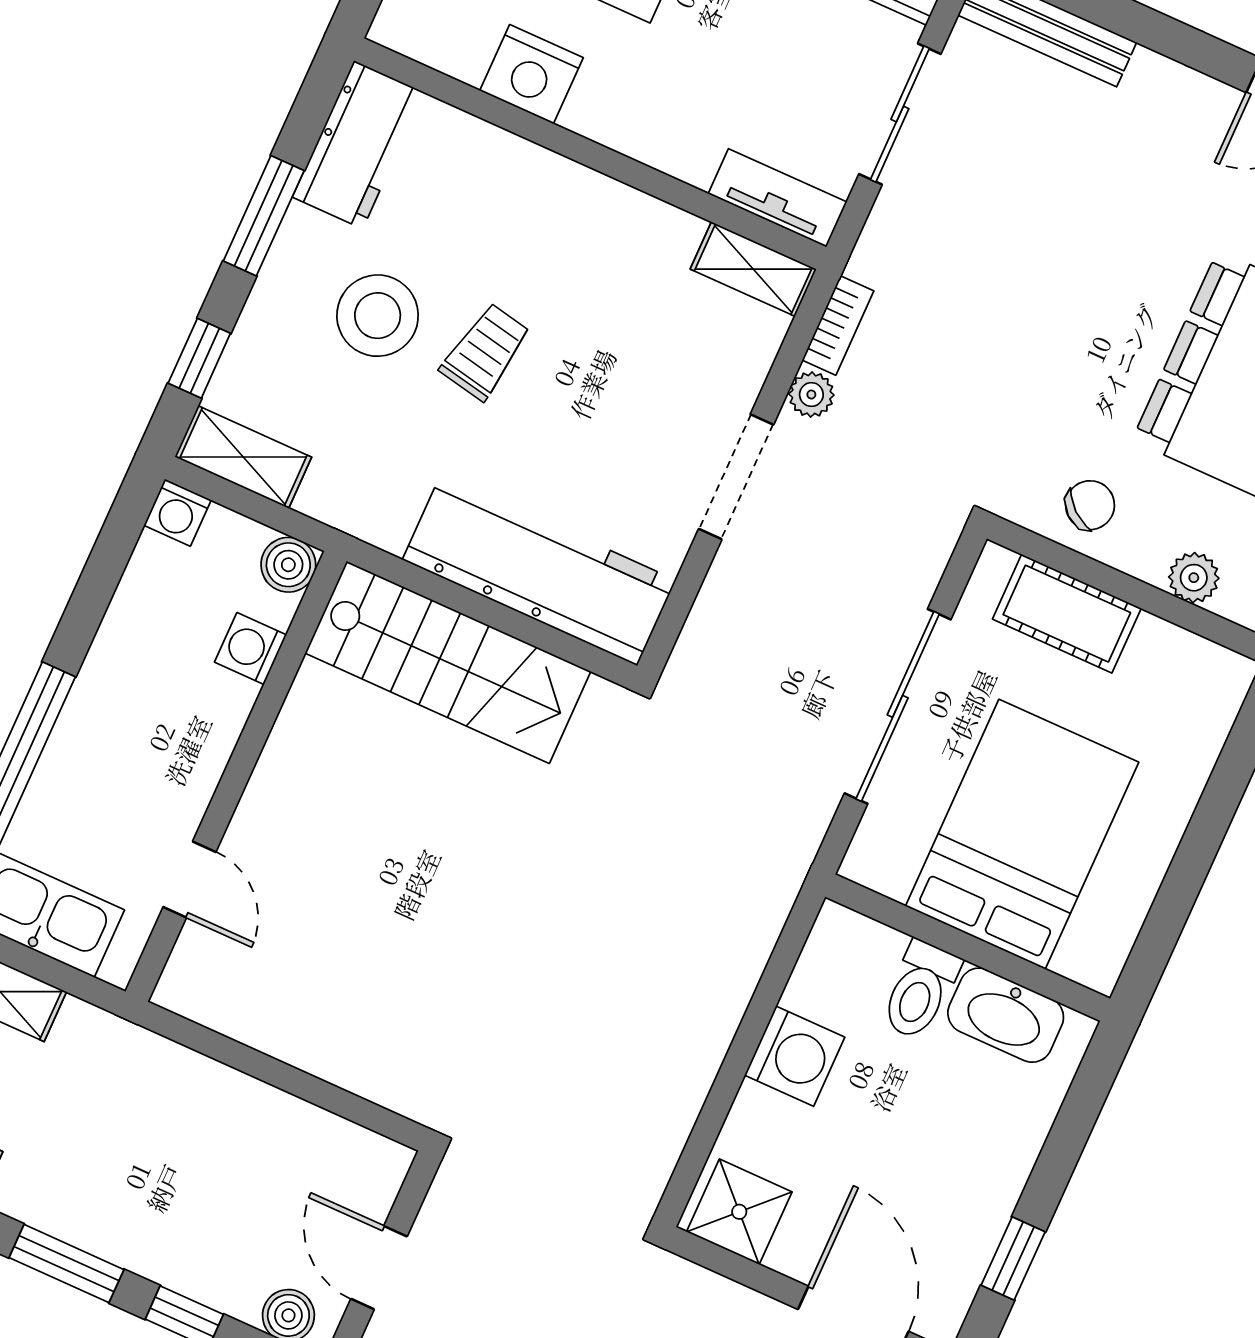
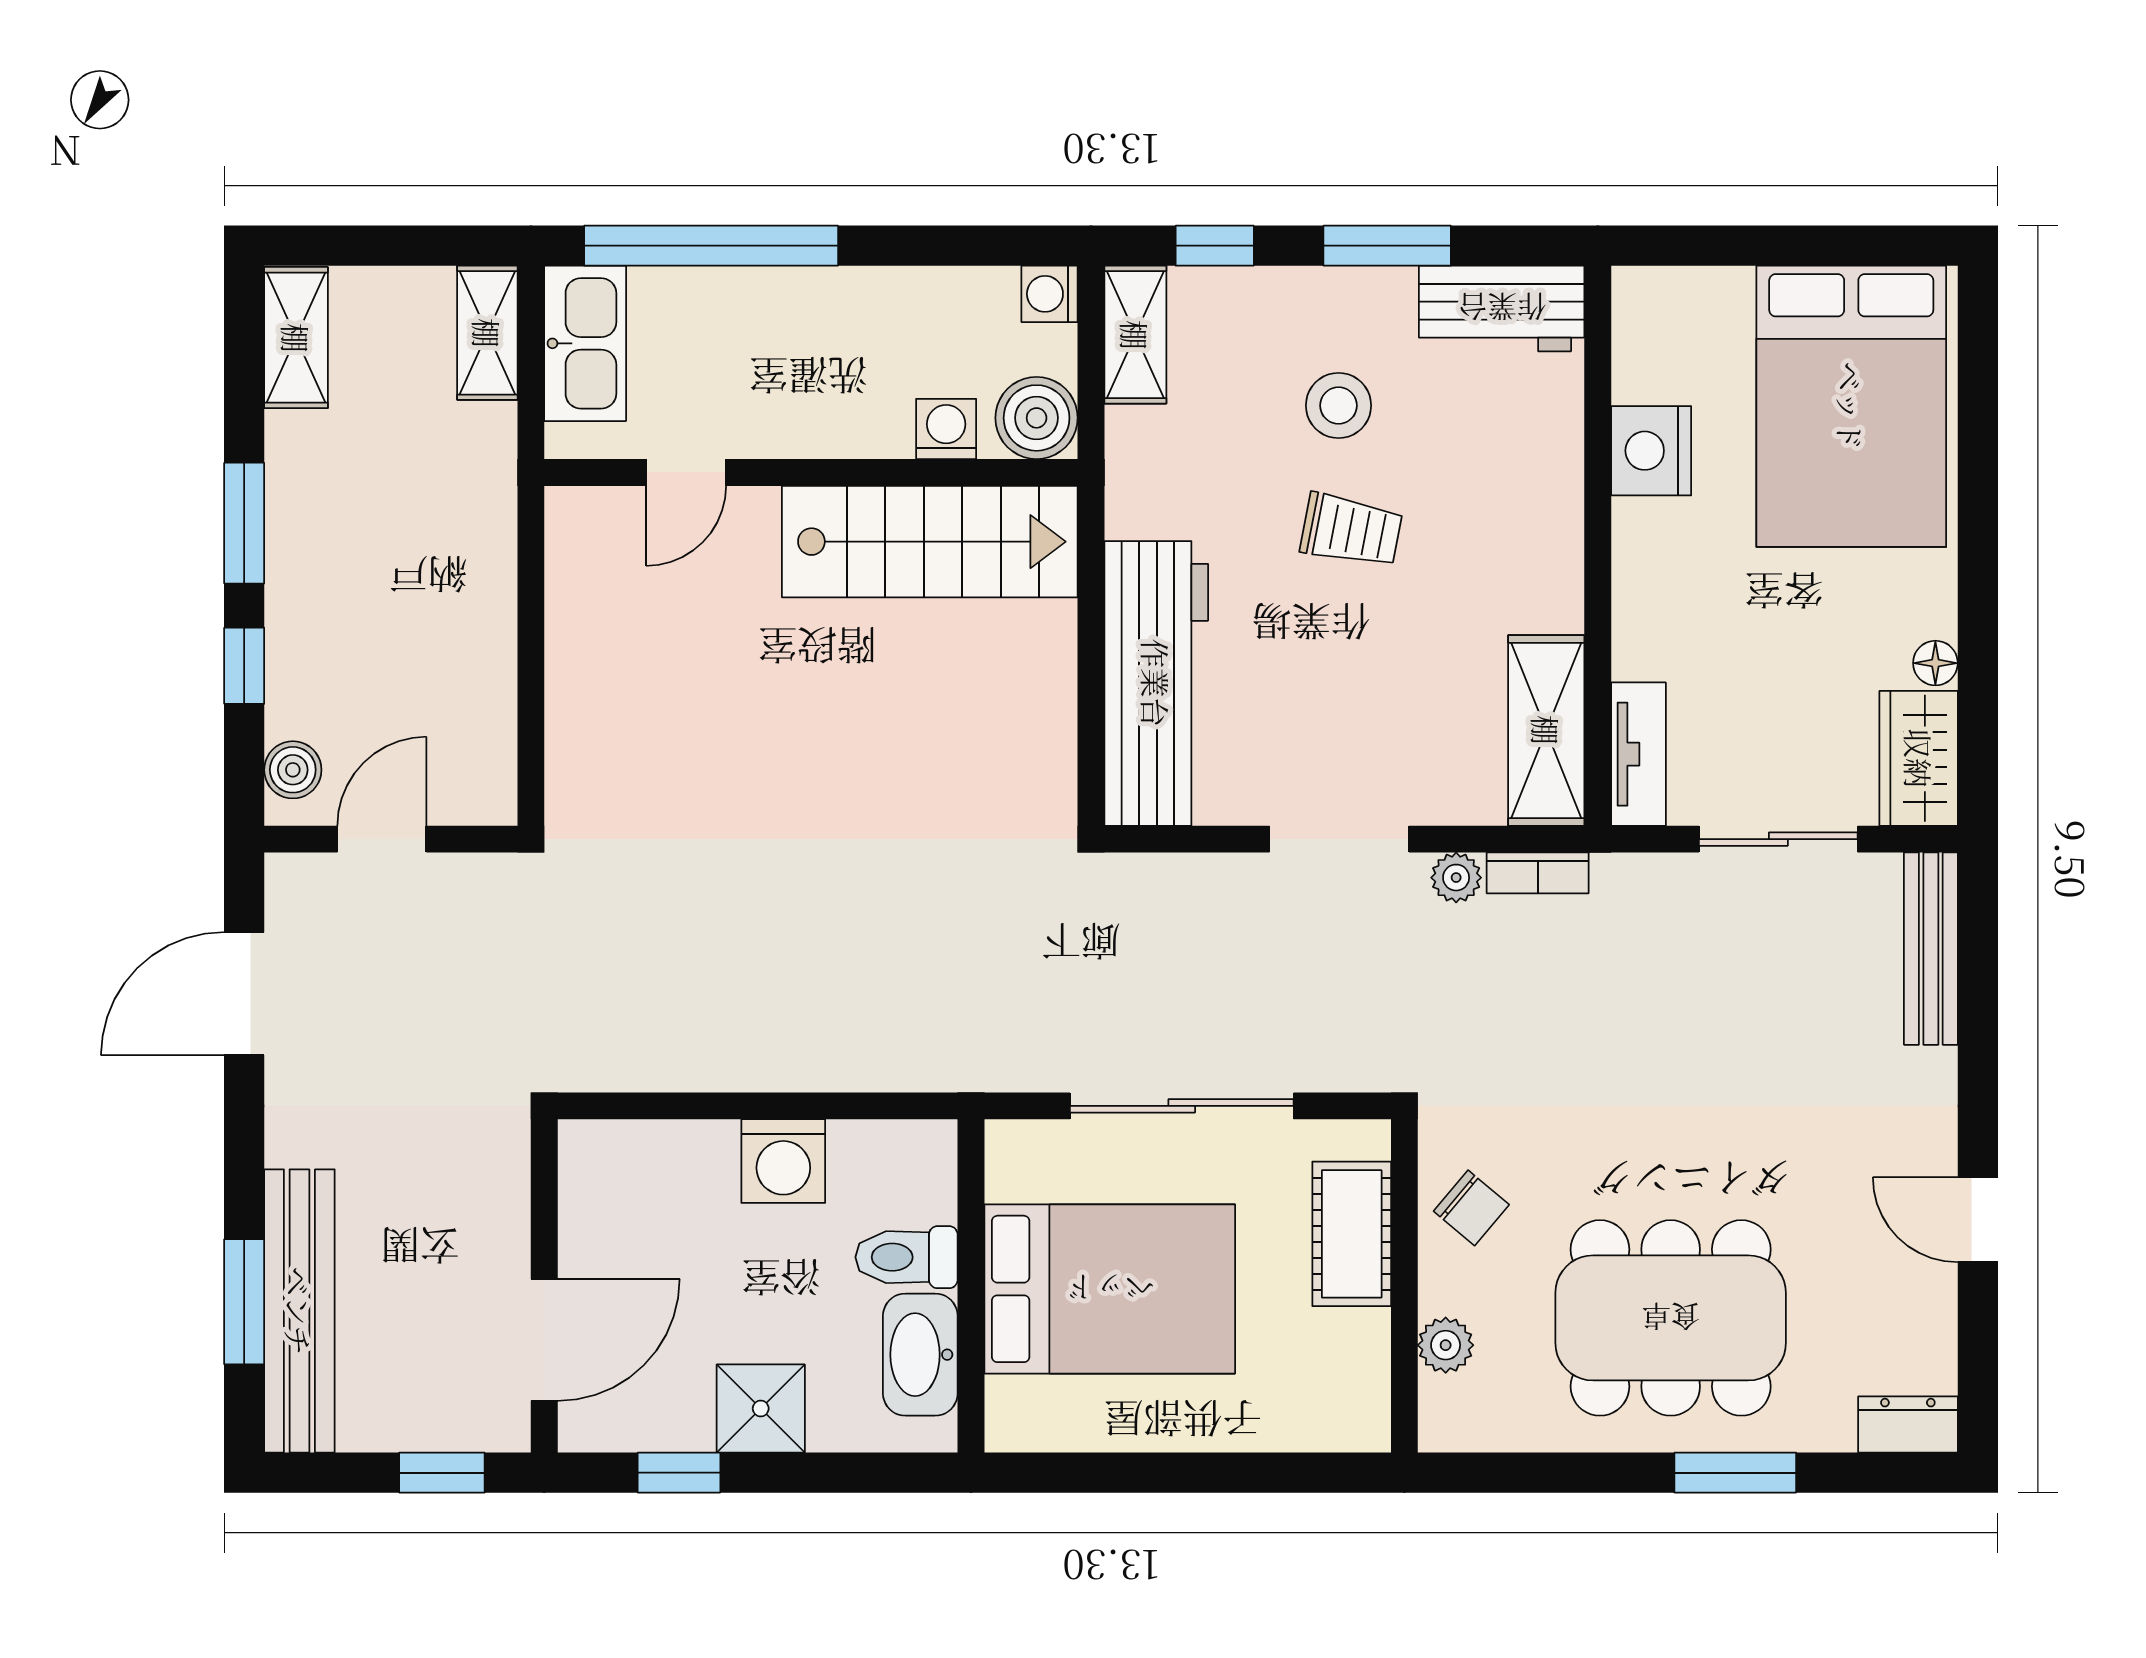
shelving: (753, 269) -> (1546, 730), width x1.50, depth x1.33
stool: (378, 316) -> (1339, 406), width x0.73, depth x0.73
boiler: (288, 565) -> (1037, 418), width x1.36, depth x1.36
stairs: (448, 662) -> (930, 542), moved, turned -90
shower: (739, 1212) -> (761, 1408), moved

